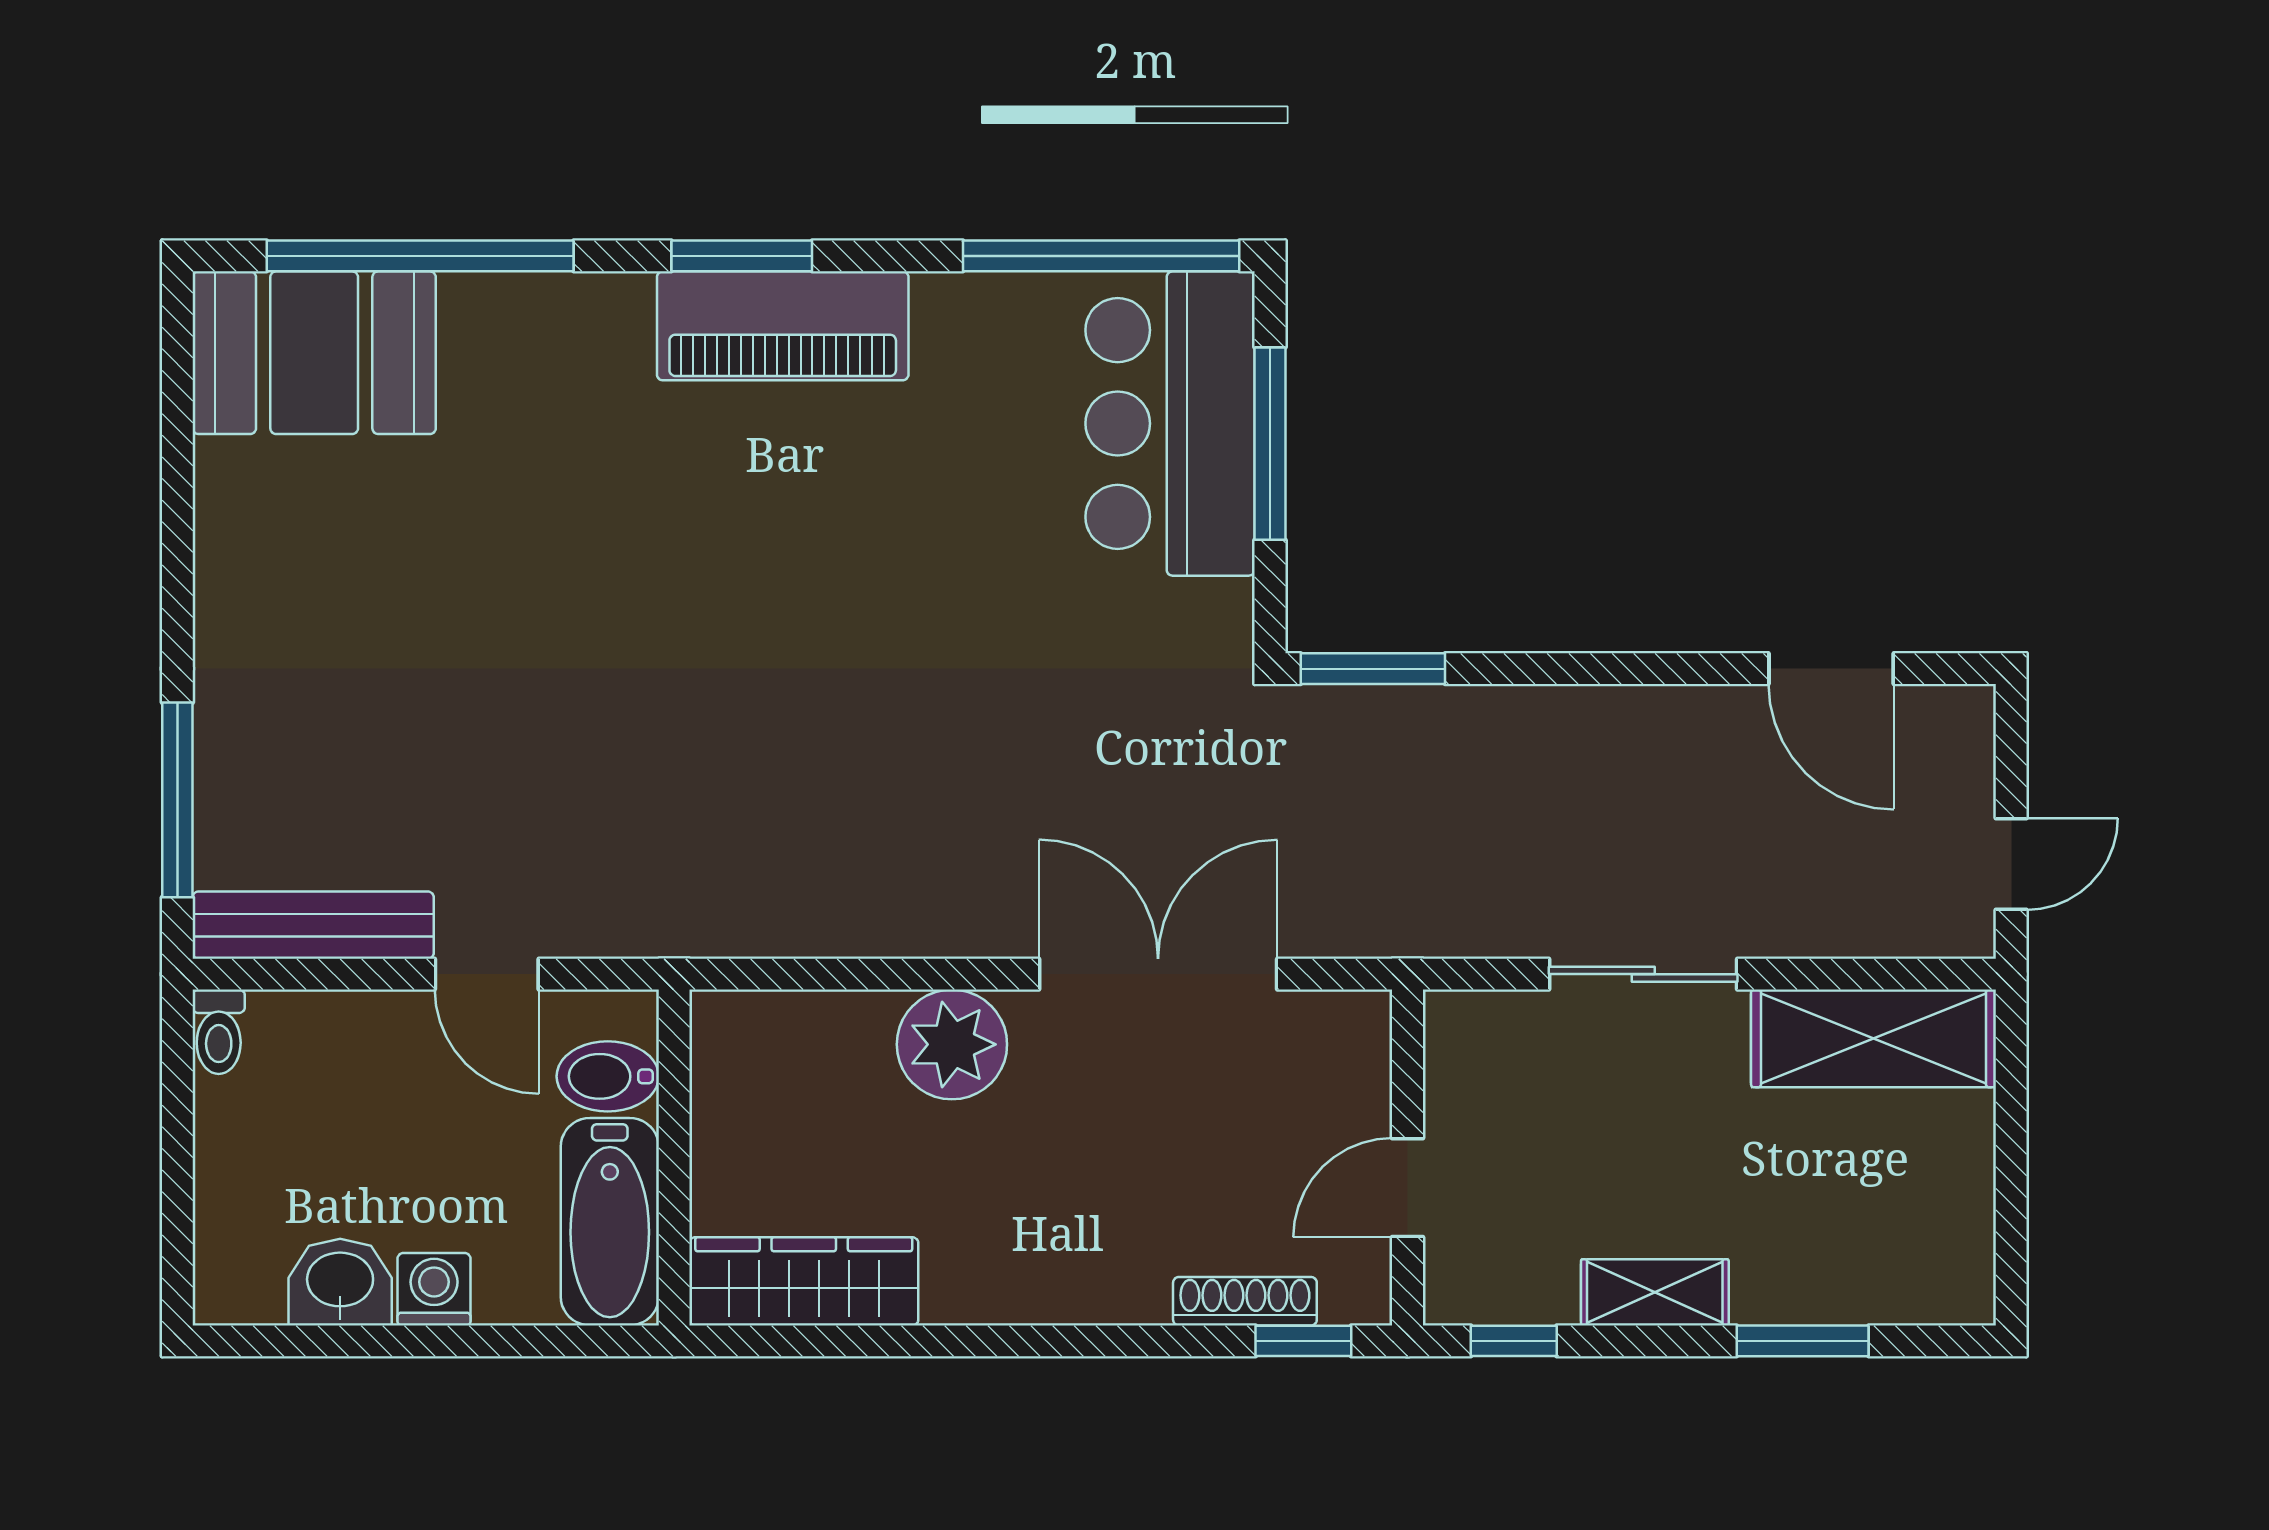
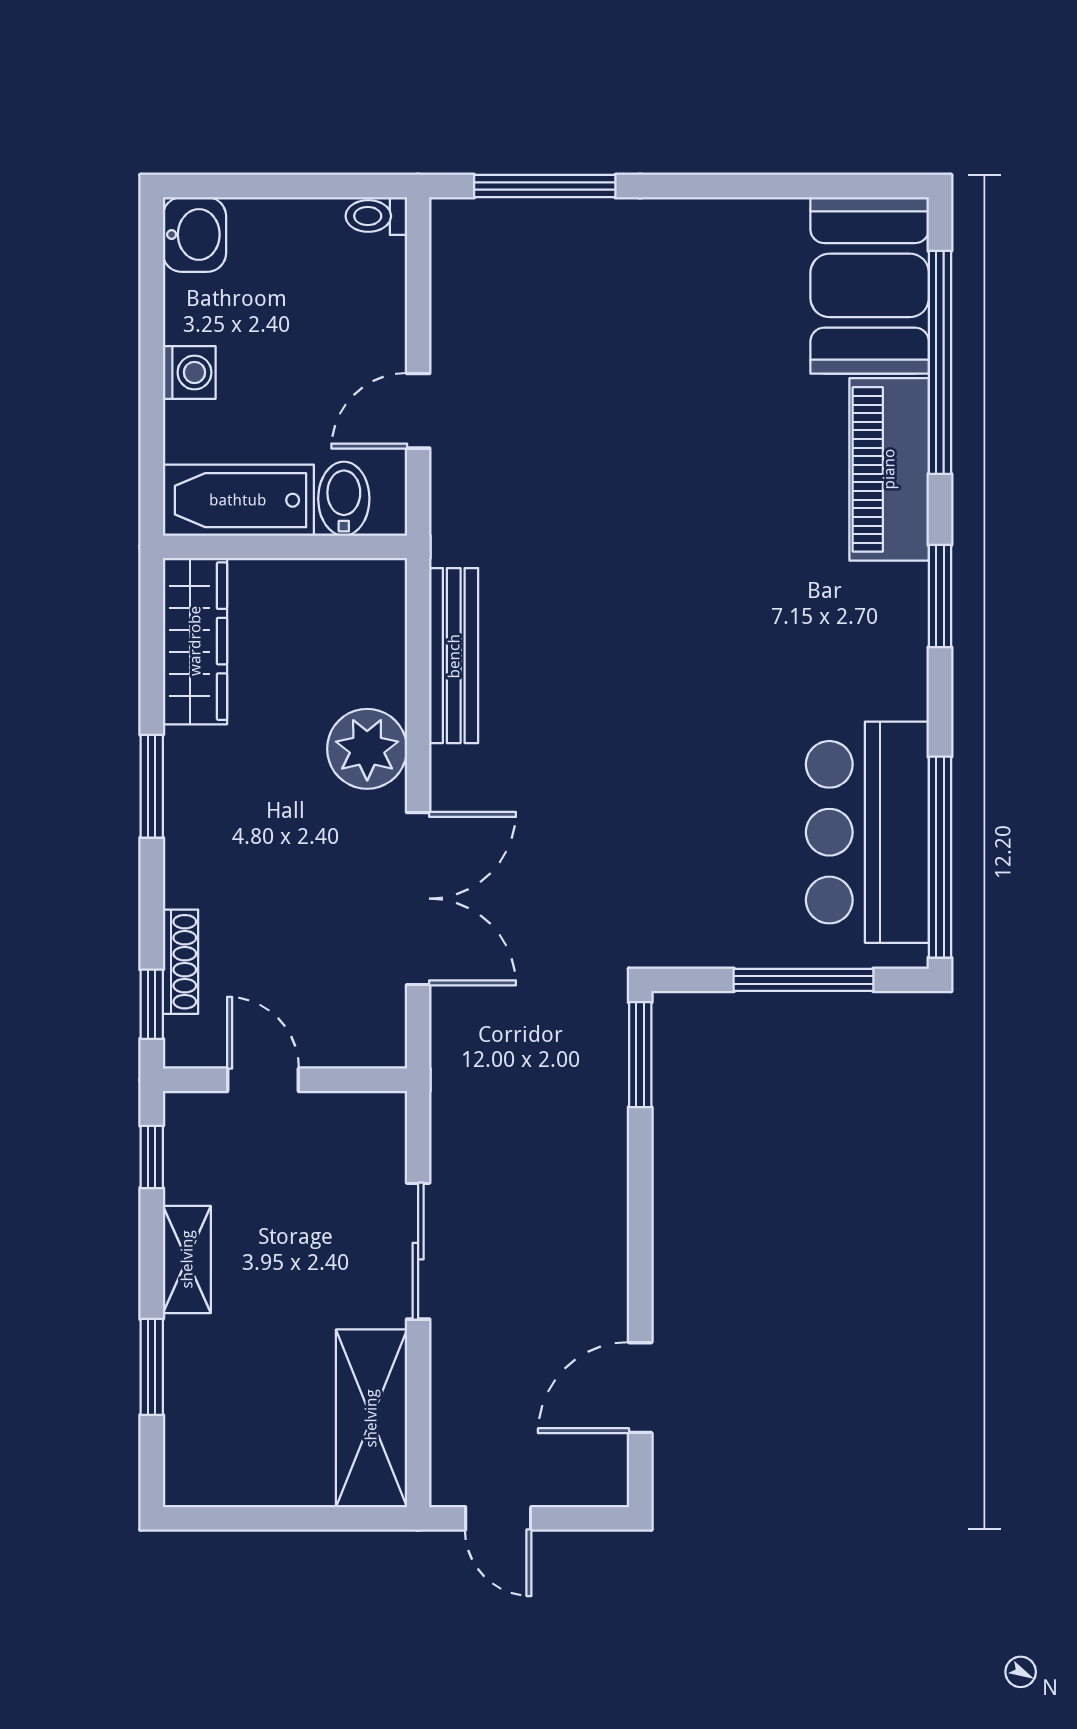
piano: (783, 326) -> (889, 469), moved
bar counter: (1170, 423) -> (867, 832), moved, turned -90
bench: (313, 925) -> (454, 656), moved
washbasin: (340, 1282) -> (194, 235), moved
window: (1004, 1341) -> (152, 786), added

